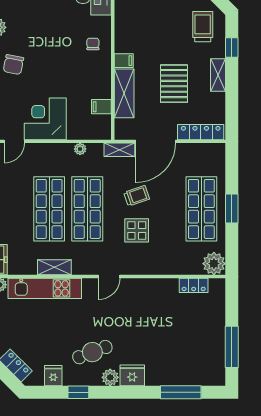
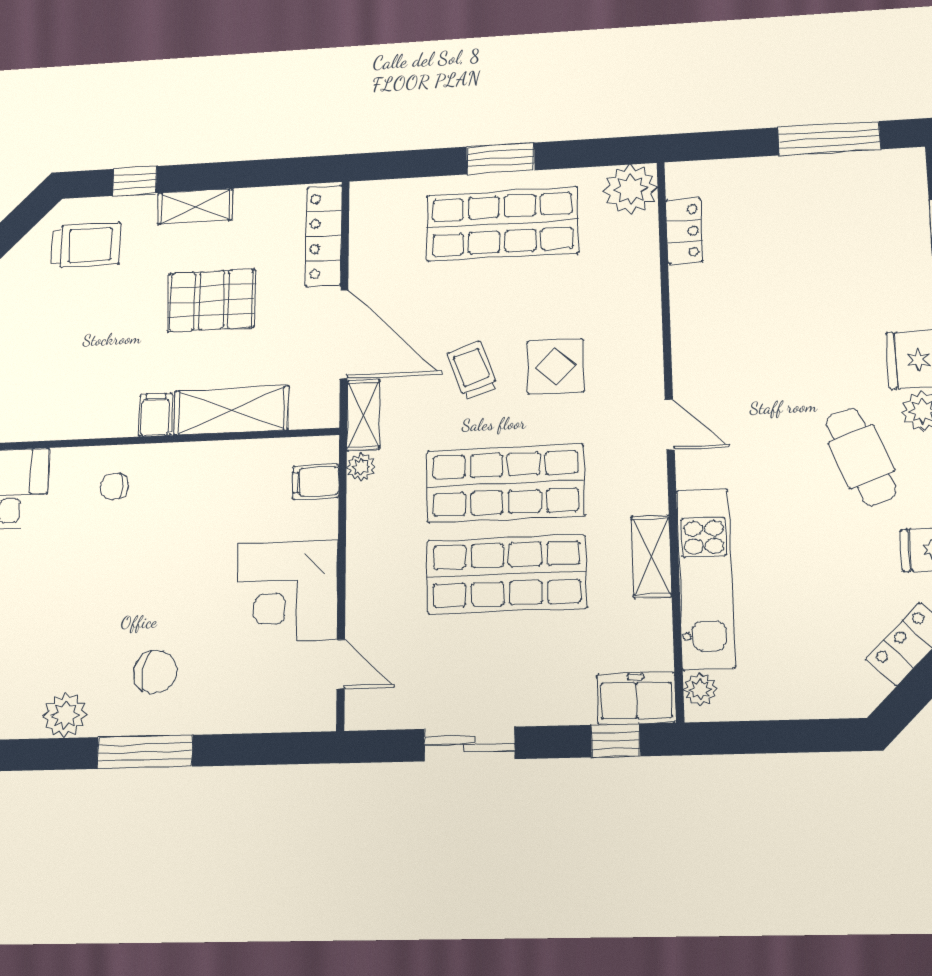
trolley: (203, 27) -> (86, 245), turned 180
filing cabinet: (101, 107) -> (316, 482), moved, turned 90
plant: (80, 149) -> (361, 467), moved

